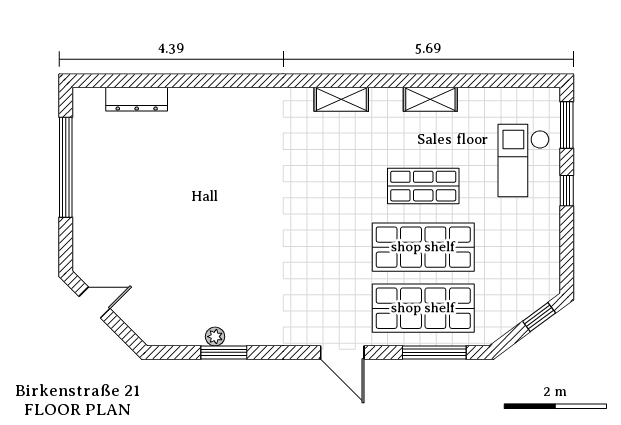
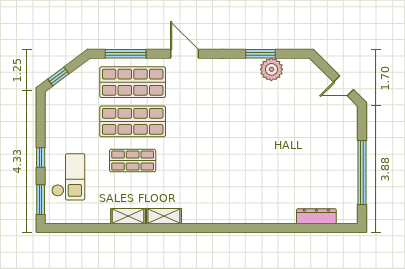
shelving: (341, 99) -> (164, 216), moved
plant: (215, 337) -> (271, 69), width x1.88, depth x1.88

